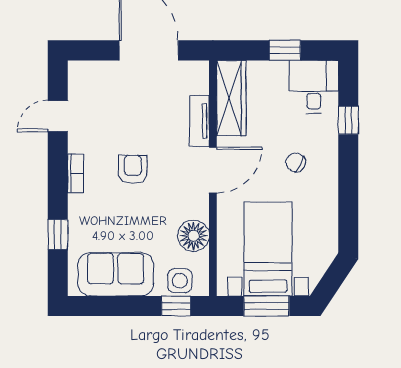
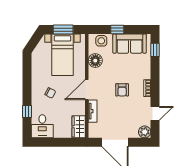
window: (285, 50) -> (55, 142), removed
plant: (81, 74) -> (145, 132), added
wardrobe: (231, 98) -> (79, 127), width x0.67
window: (58, 235) -> (155, 50), moved
window: (176, 306) -> (117, 30), moved

